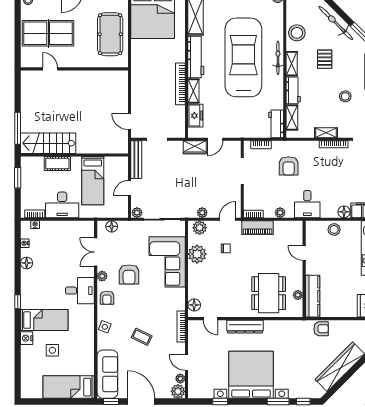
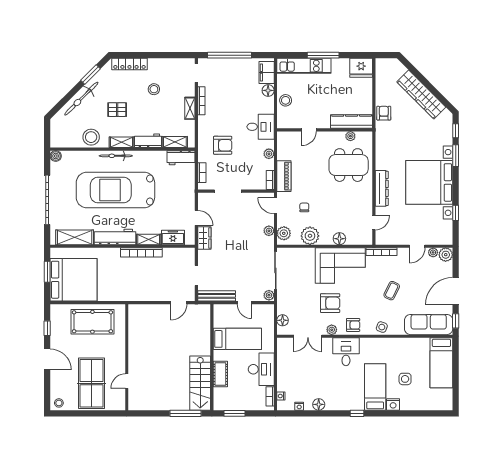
corner sofa: (167, 262) -> (340, 266), moved
floor lamp: (194, 305) -> (339, 239), moved

